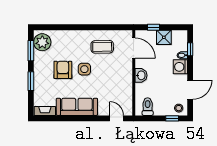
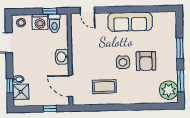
shower: (164, 37) -> (21, 92), moved
washing machine: (180, 67) -> (40, 22), moved, turned 90
fireplace: (45, 111) -> (164, 17), removed
window: (172, 118) -> (50, 11), moved

